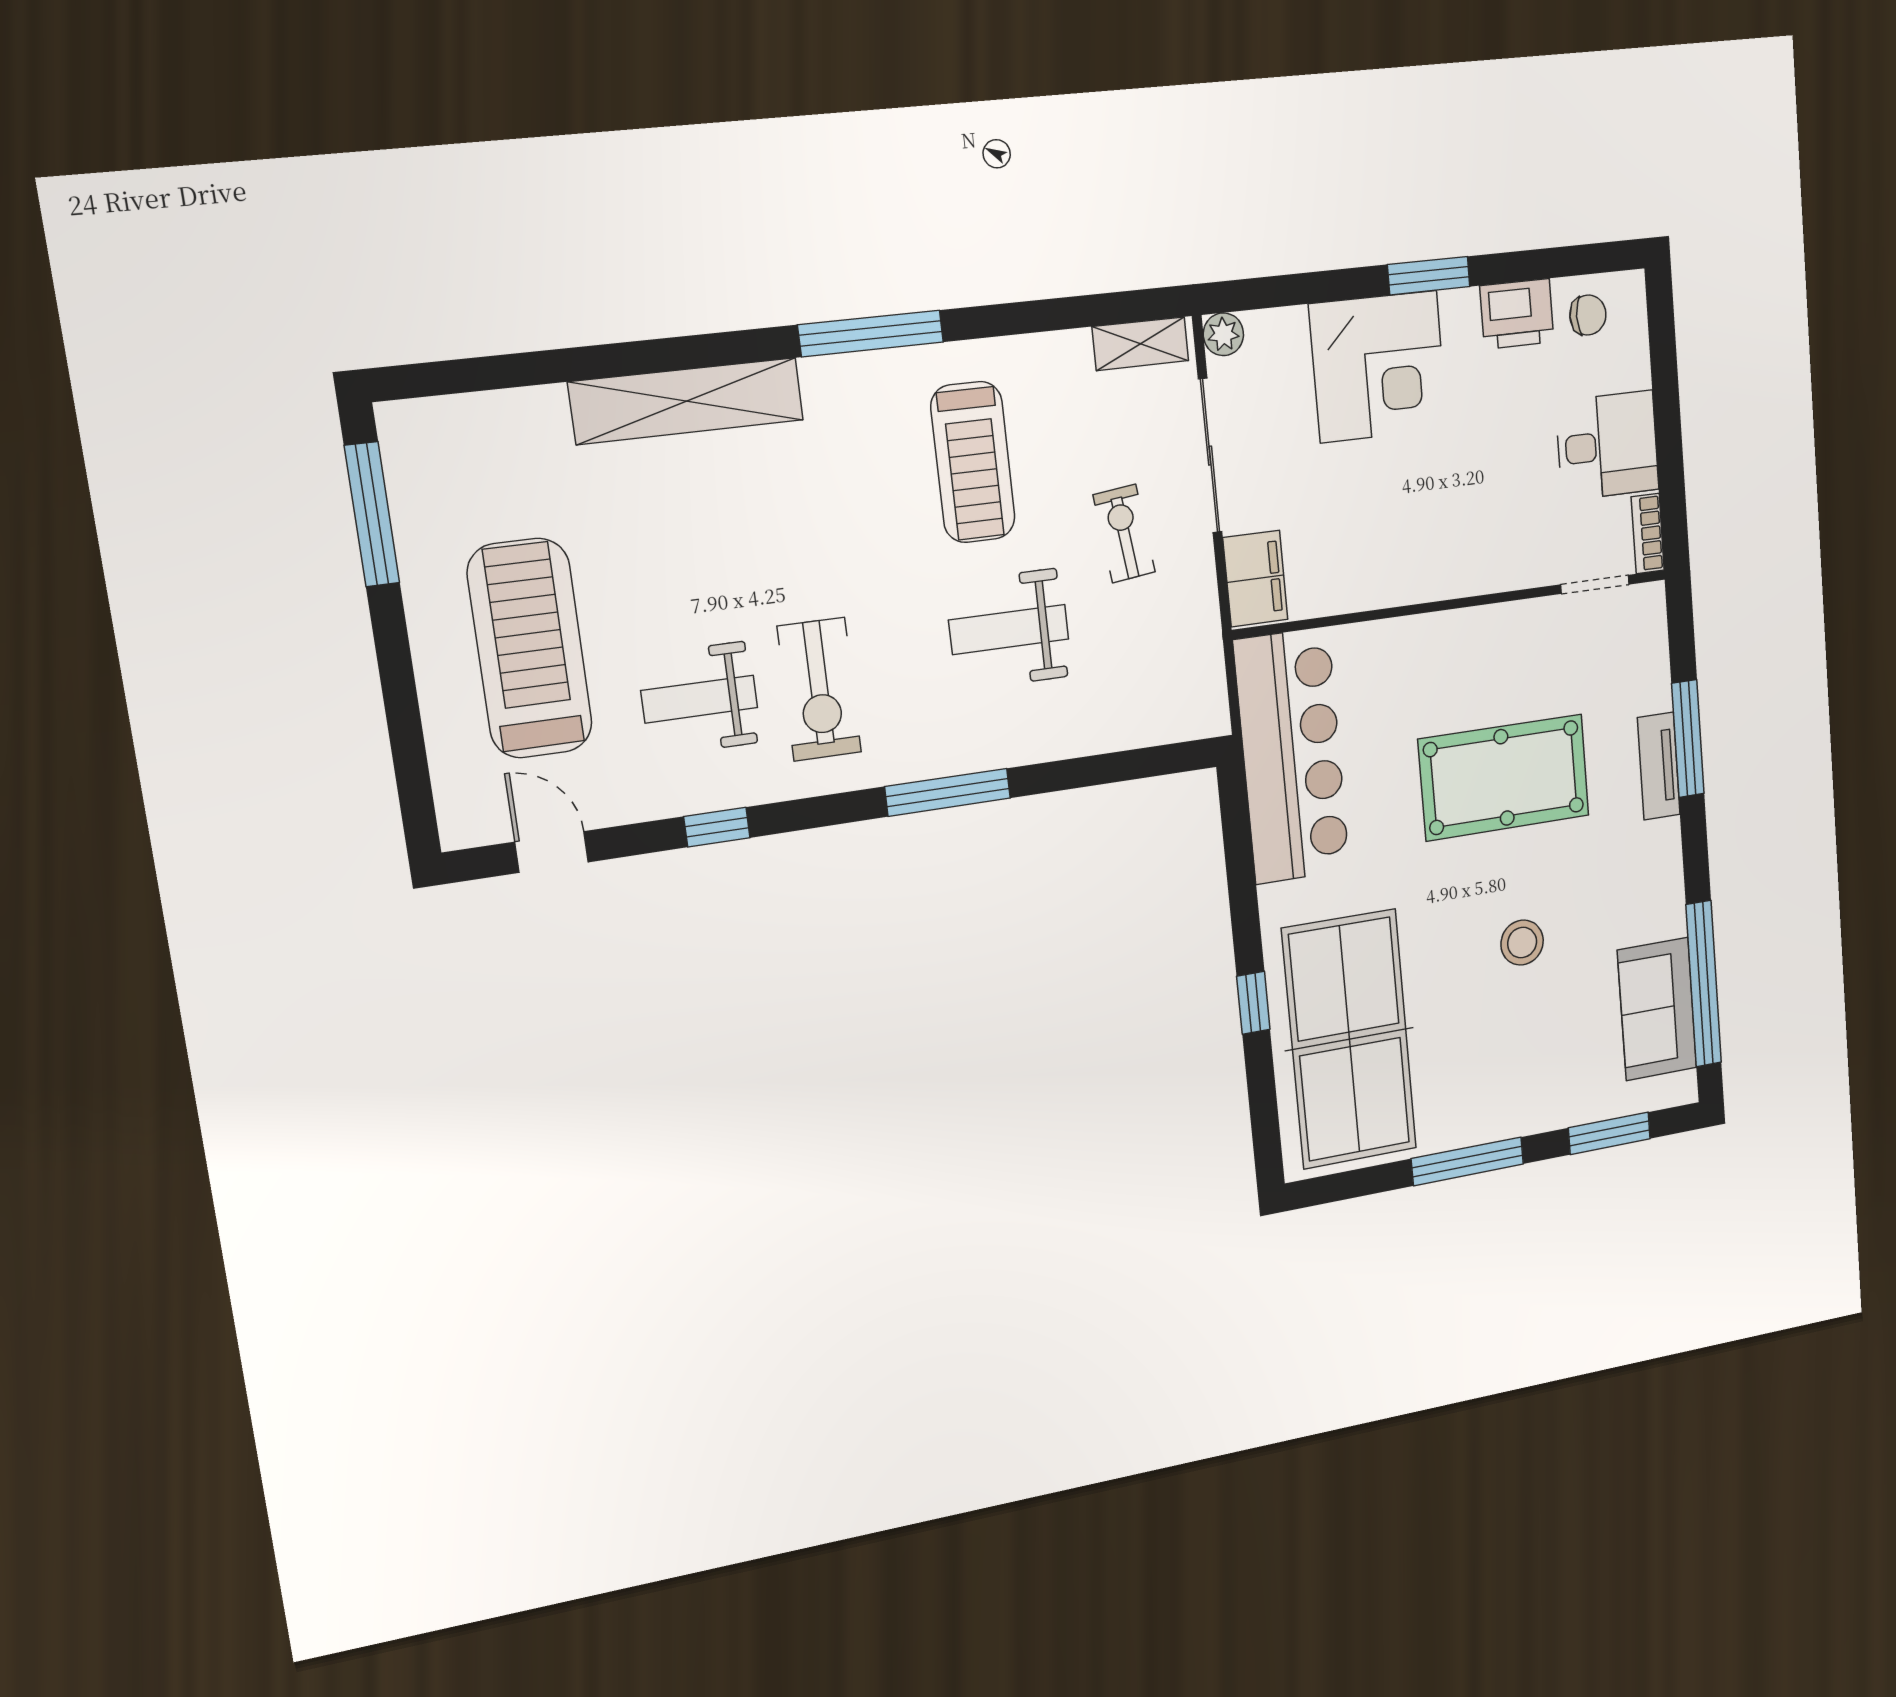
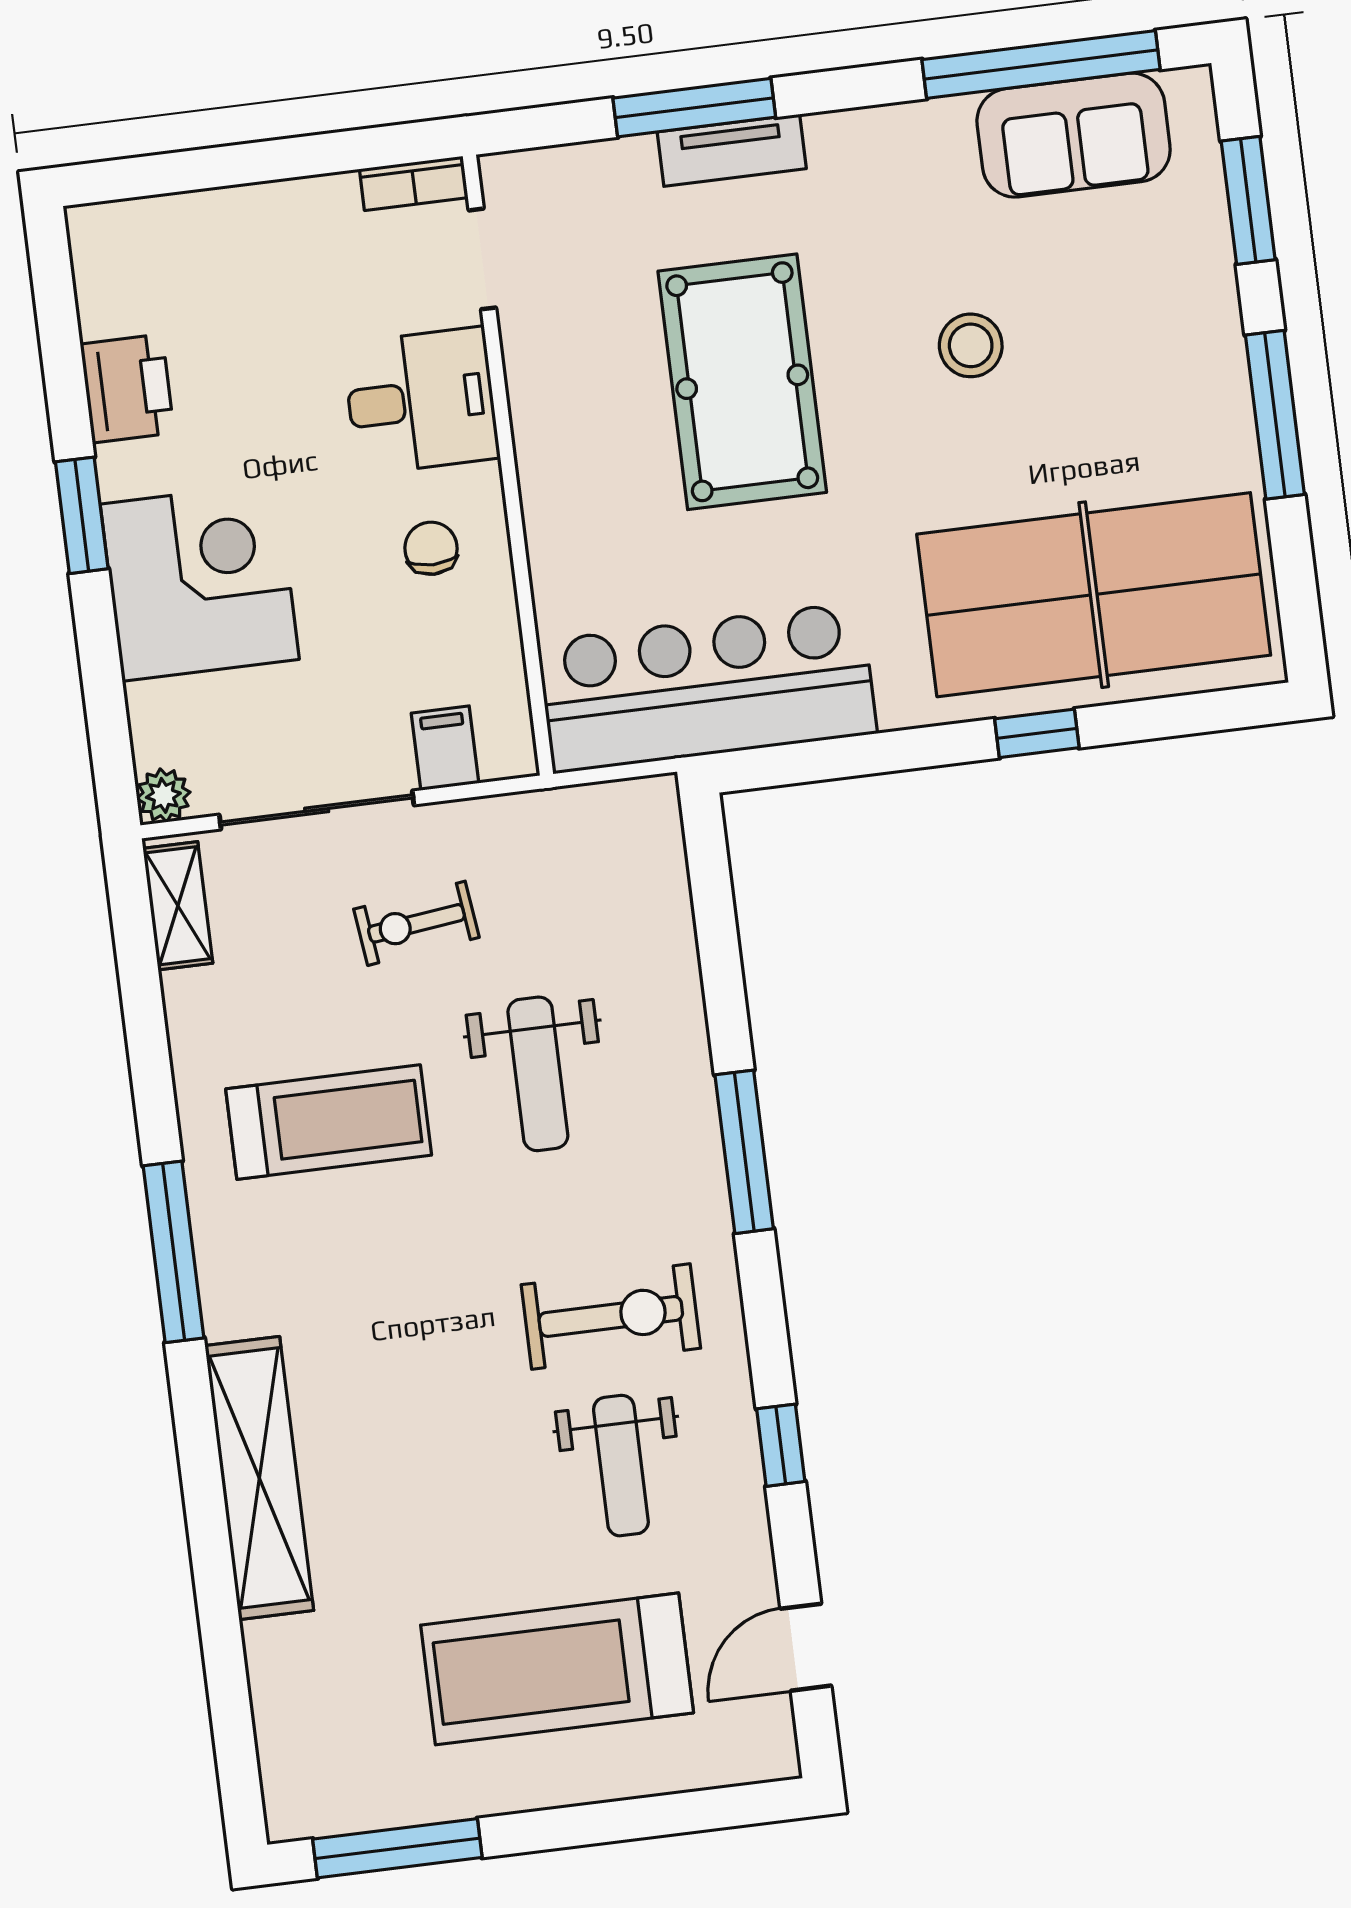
chair: (1588, 315) -> (431, 548), moved
desk: (1607, 446) -> (421, 401), moved, turned 90
filing cabinet: (1255, 579) -> (445, 748), width x0.50

